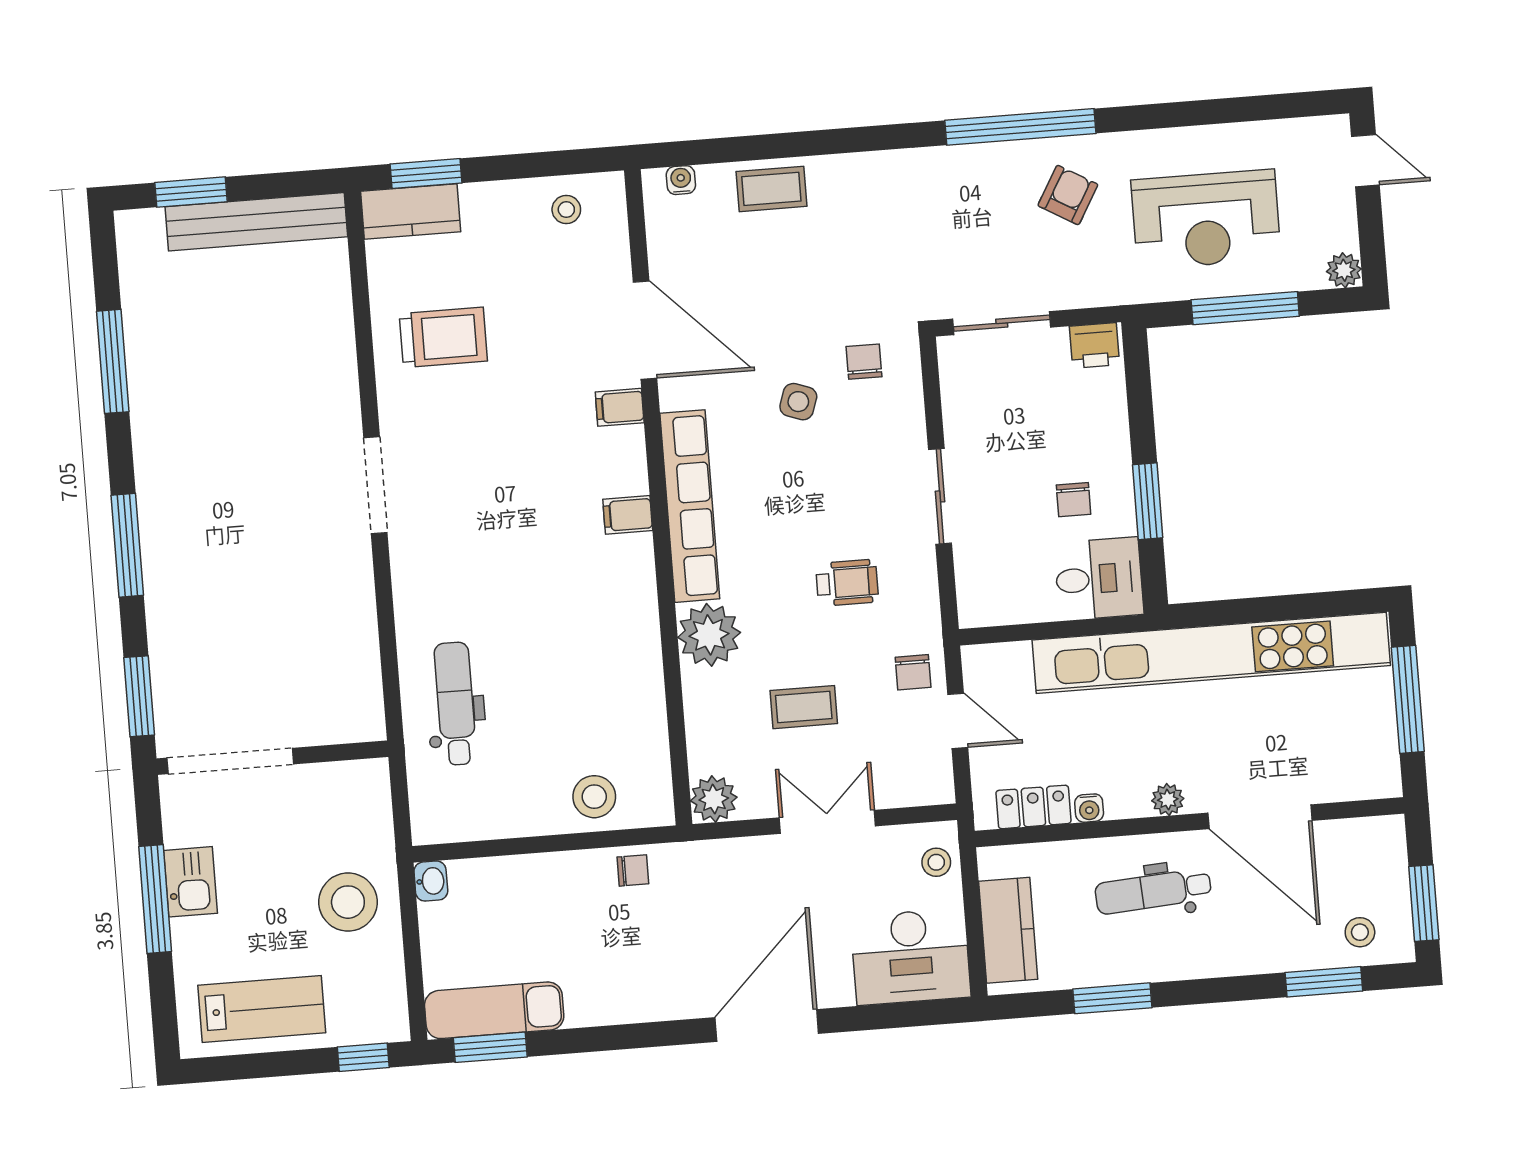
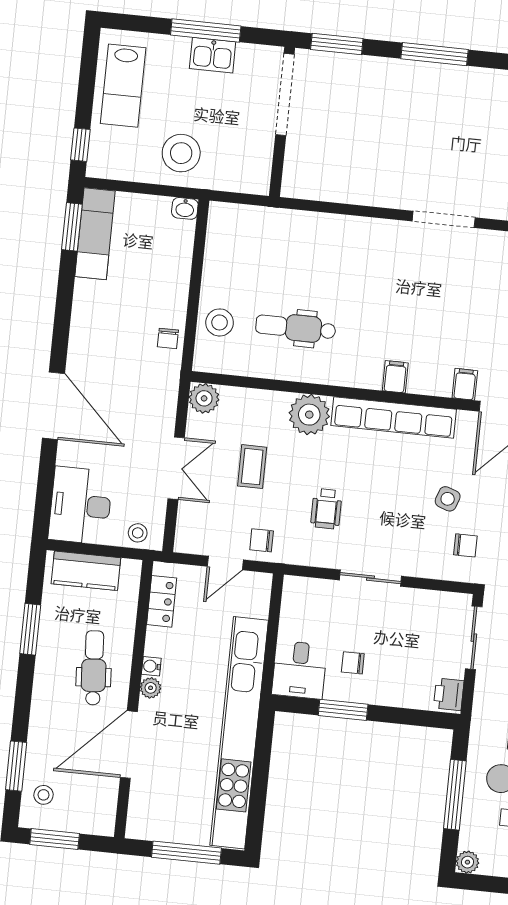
dental chair: (455, 704) -> (296, 328), moved, turned 180
water cooler: (1089, 808) -> (151, 666), moved

